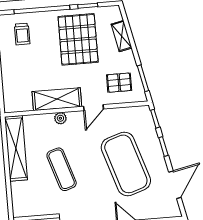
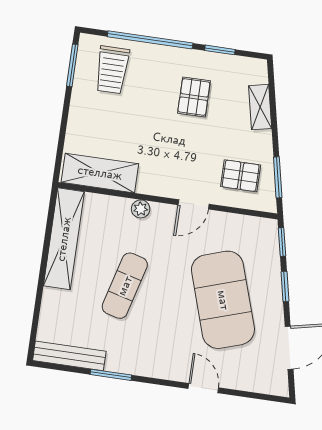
trolley: (22, 34) -> (112, 70), width x1.36, depth x1.39
pallet: (78, 39) -> (194, 97), width x0.49, depth x0.50
shelving: (57, 99) -> (100, 173), moved
exercise mat: (62, 169) -> (125, 286), turned 33

